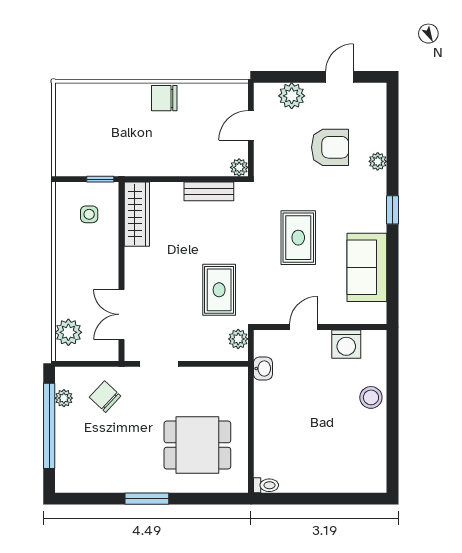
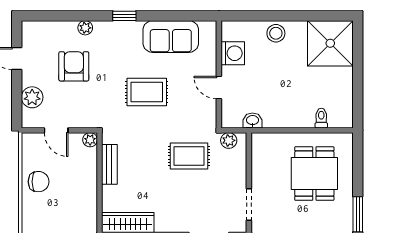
chair: (164, 98) -> (39, 182), moved, turned -90
shower: (359, 465) -> (330, 43), added
toilet: (266, 485) -> (321, 118), moved

